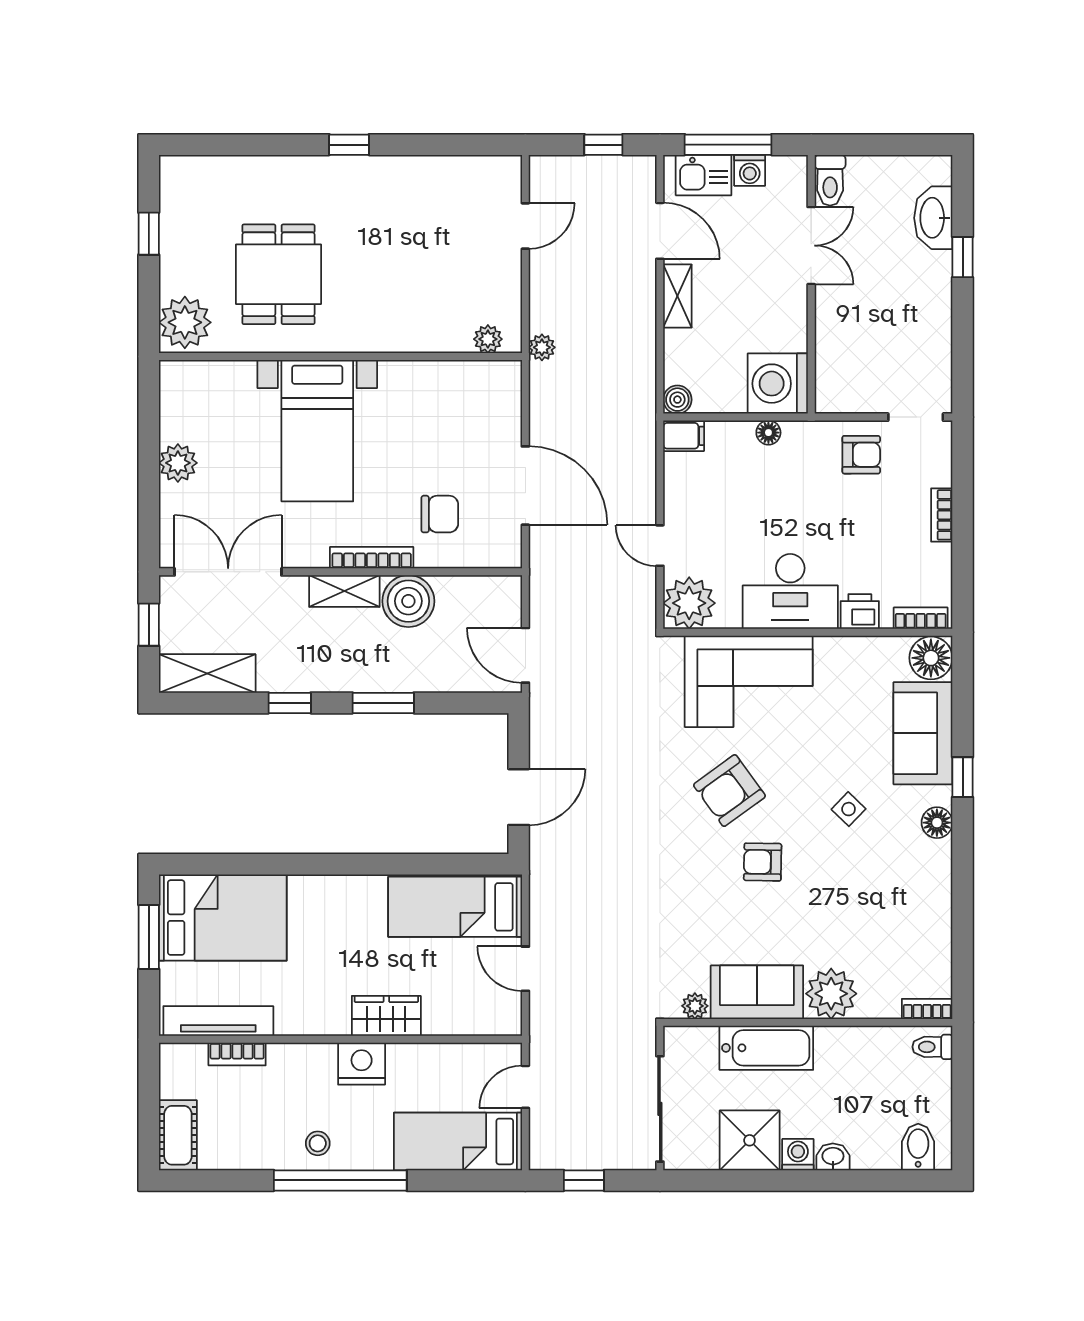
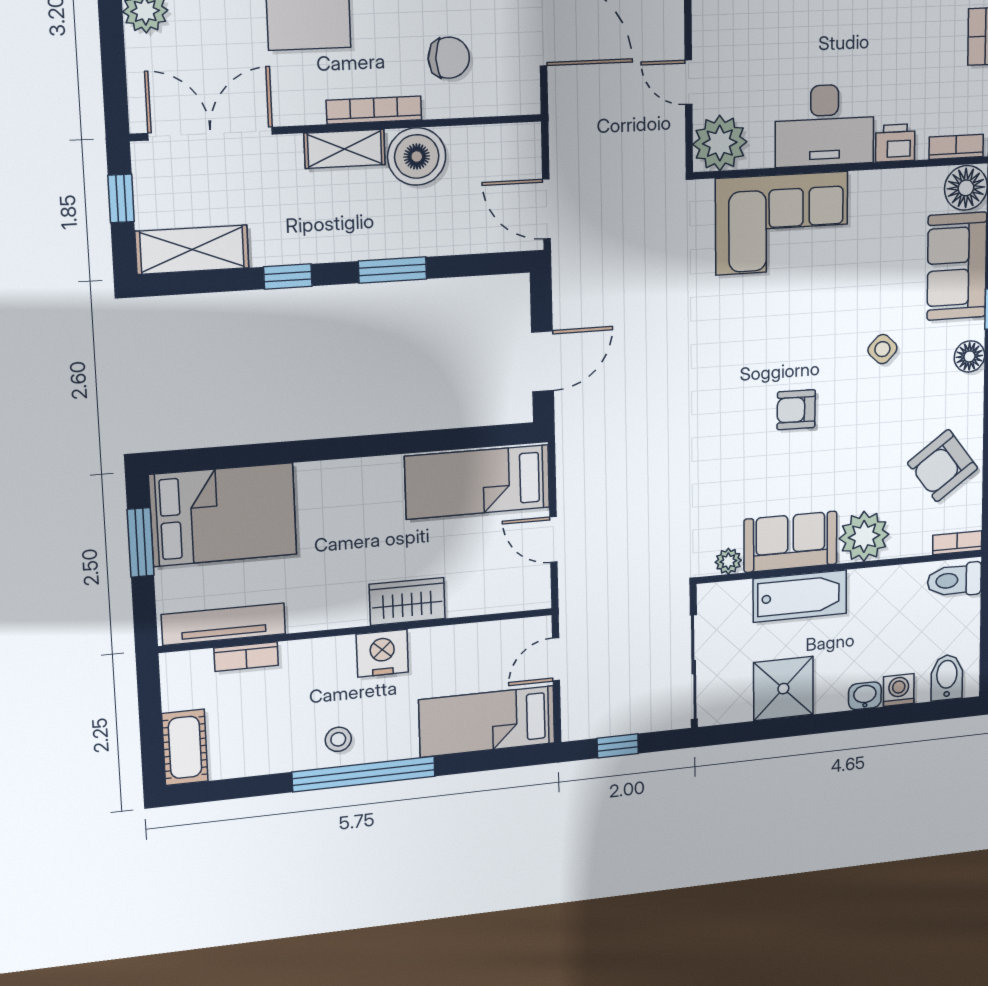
armchair: (729, 791) -> (943, 466), moved
toilet: (932, 1047) -> (954, 580), width x1.37, depth x1.39
washing machine: (798, 1155) -> (899, 690), moved

